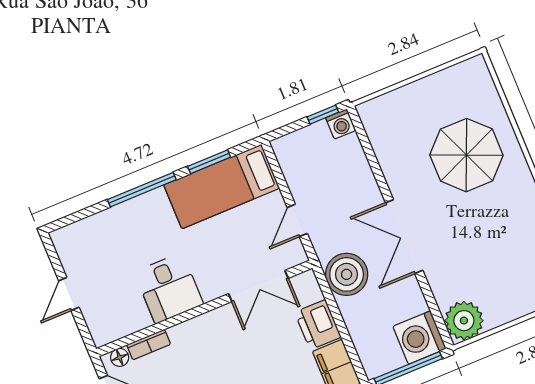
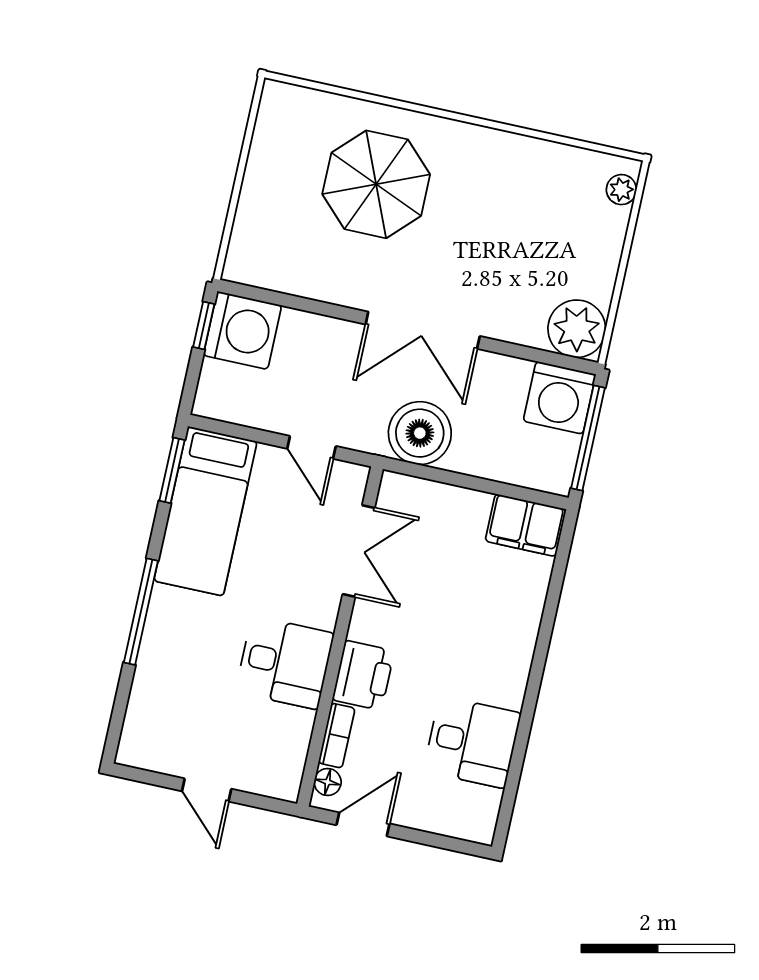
washing machine: (341, 124) -> (242, 330), width x1.89, depth x1.89
window: (209, 162) -> (172, 470), moved
printer: (318, 325) -> (363, 675), moved, turned -90

